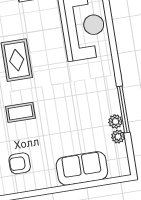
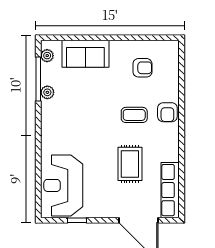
window: (123, 109) -> (38, 79), moved
plant: (118, 137) -> (47, 56), moved

